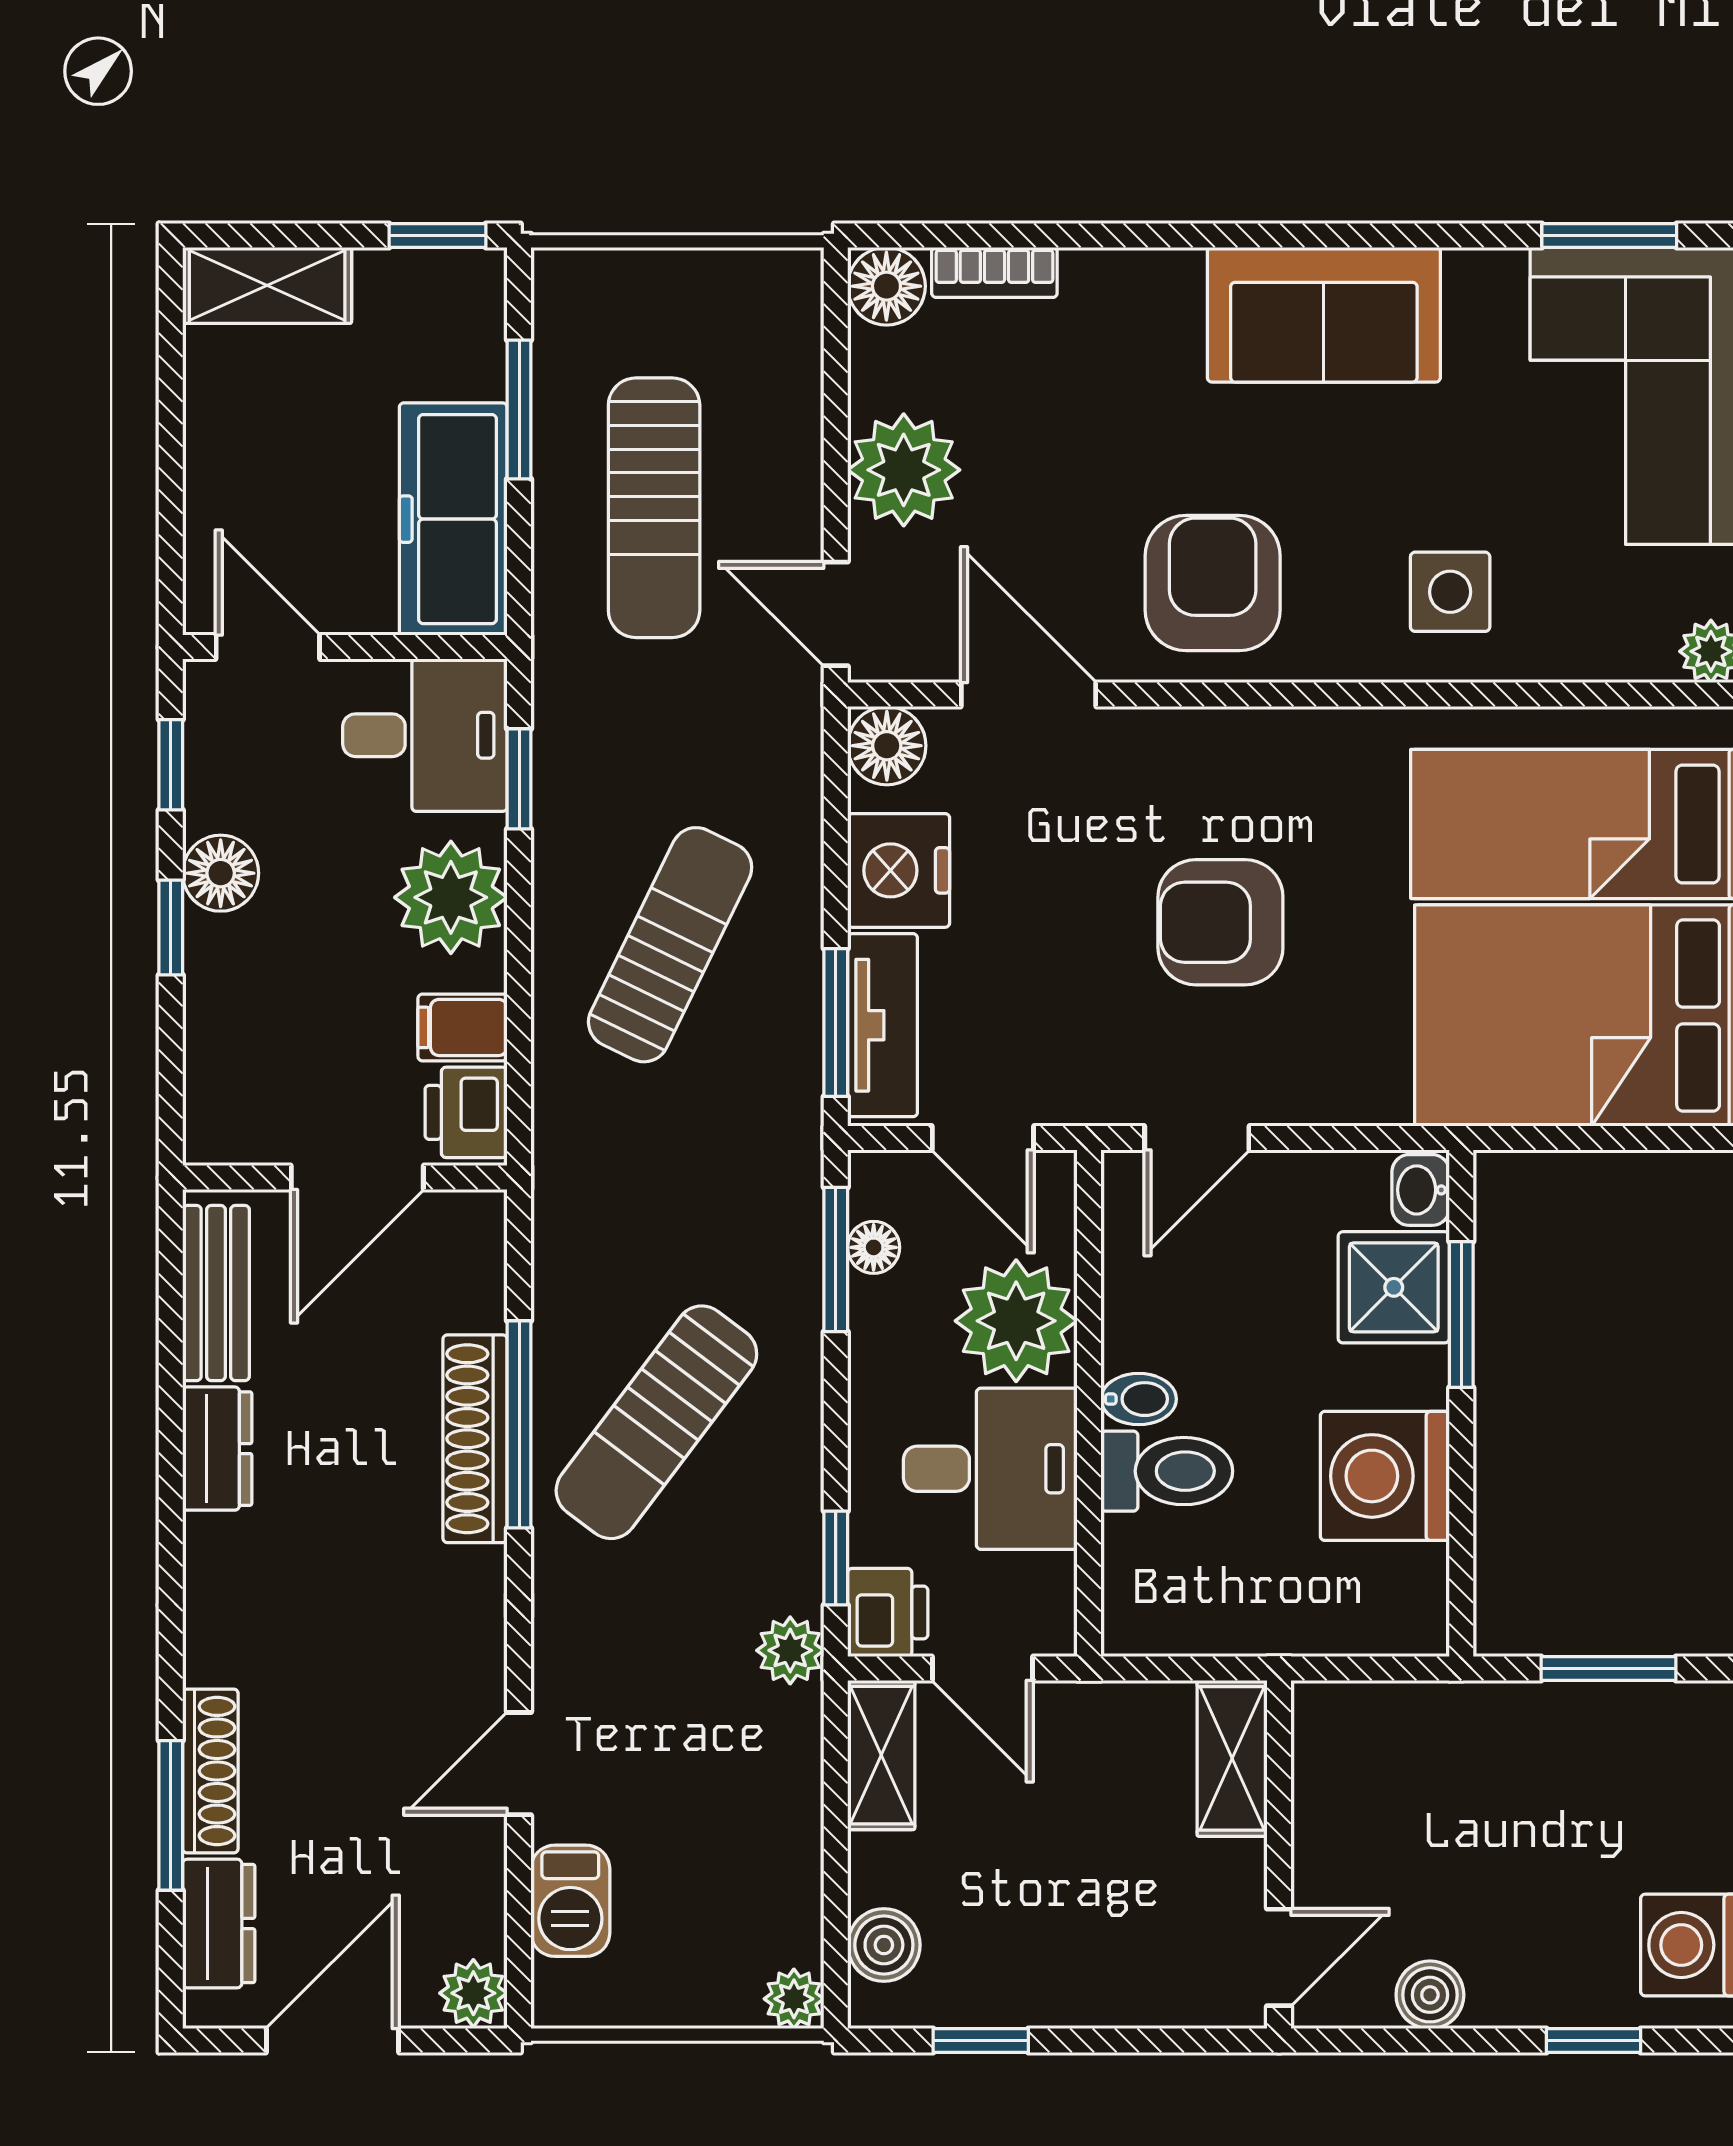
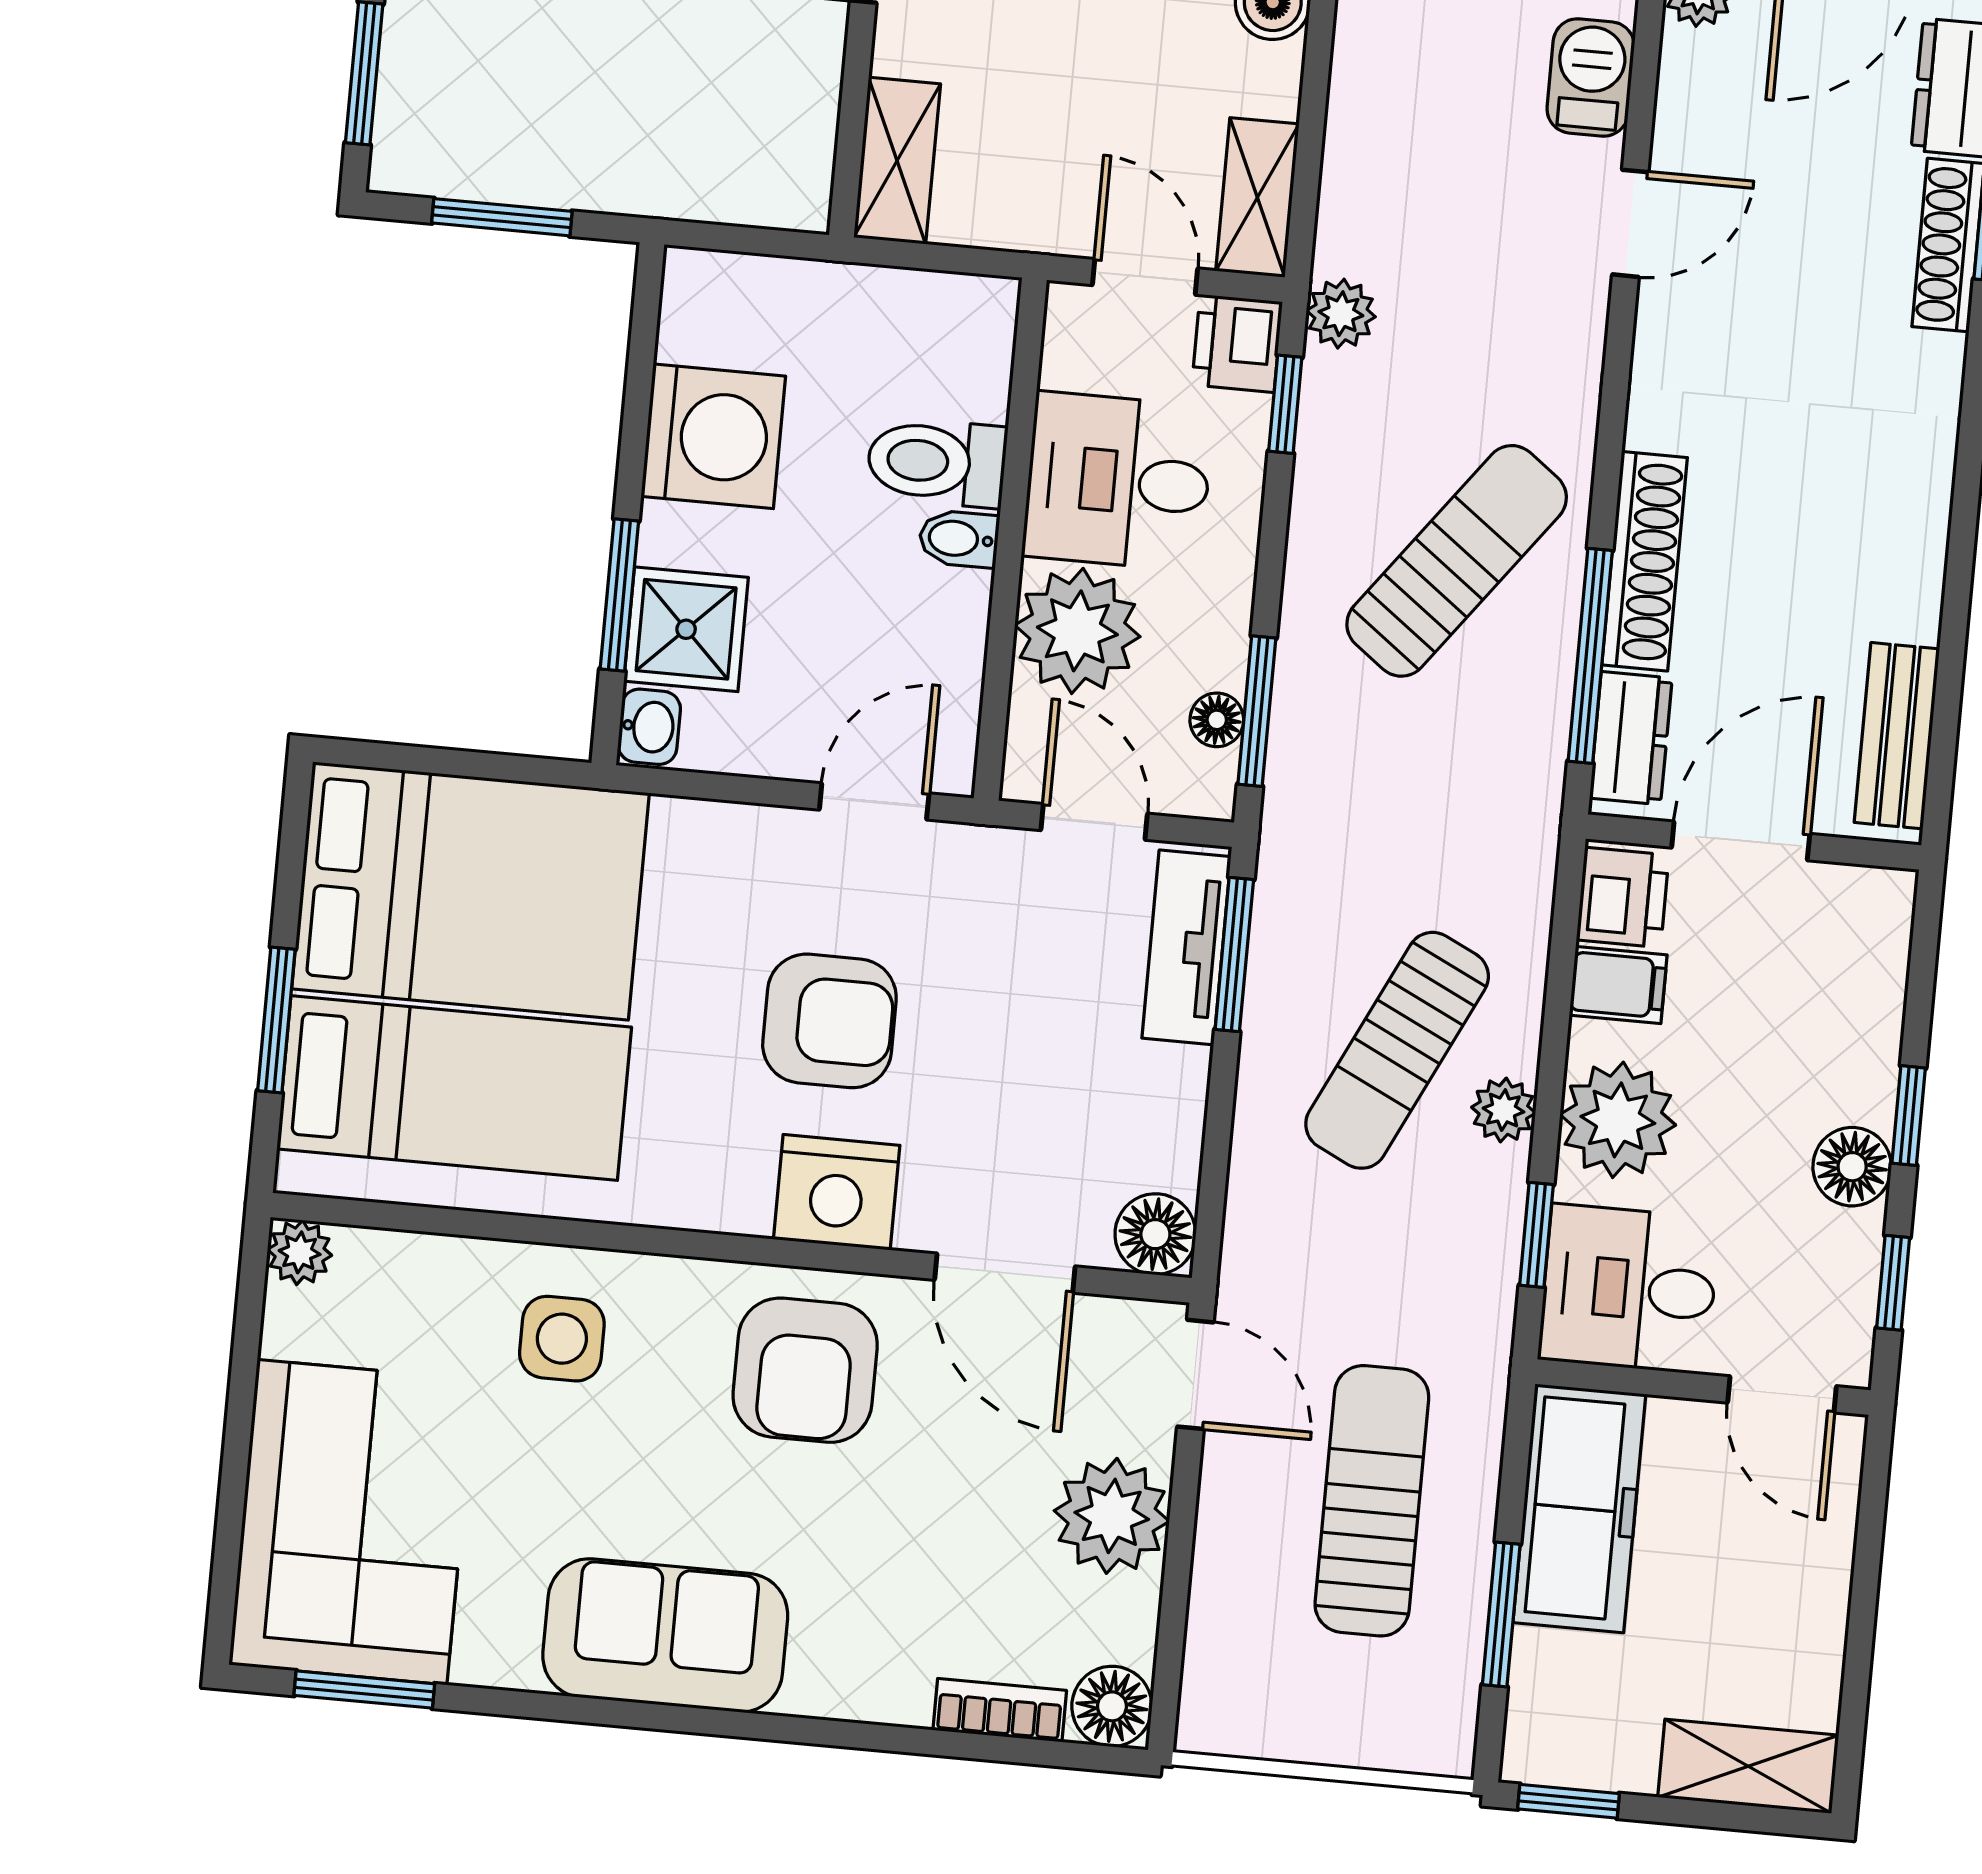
nightstand: (899, 870) -> (837, 1192), moved, turned 90
plant: (562, 897) -> (1503, 1110), added
window: (519, 1424) -> (1590, 656), moved
dresser: (217, 1449) -> (1631, 738), moved, turned 180

